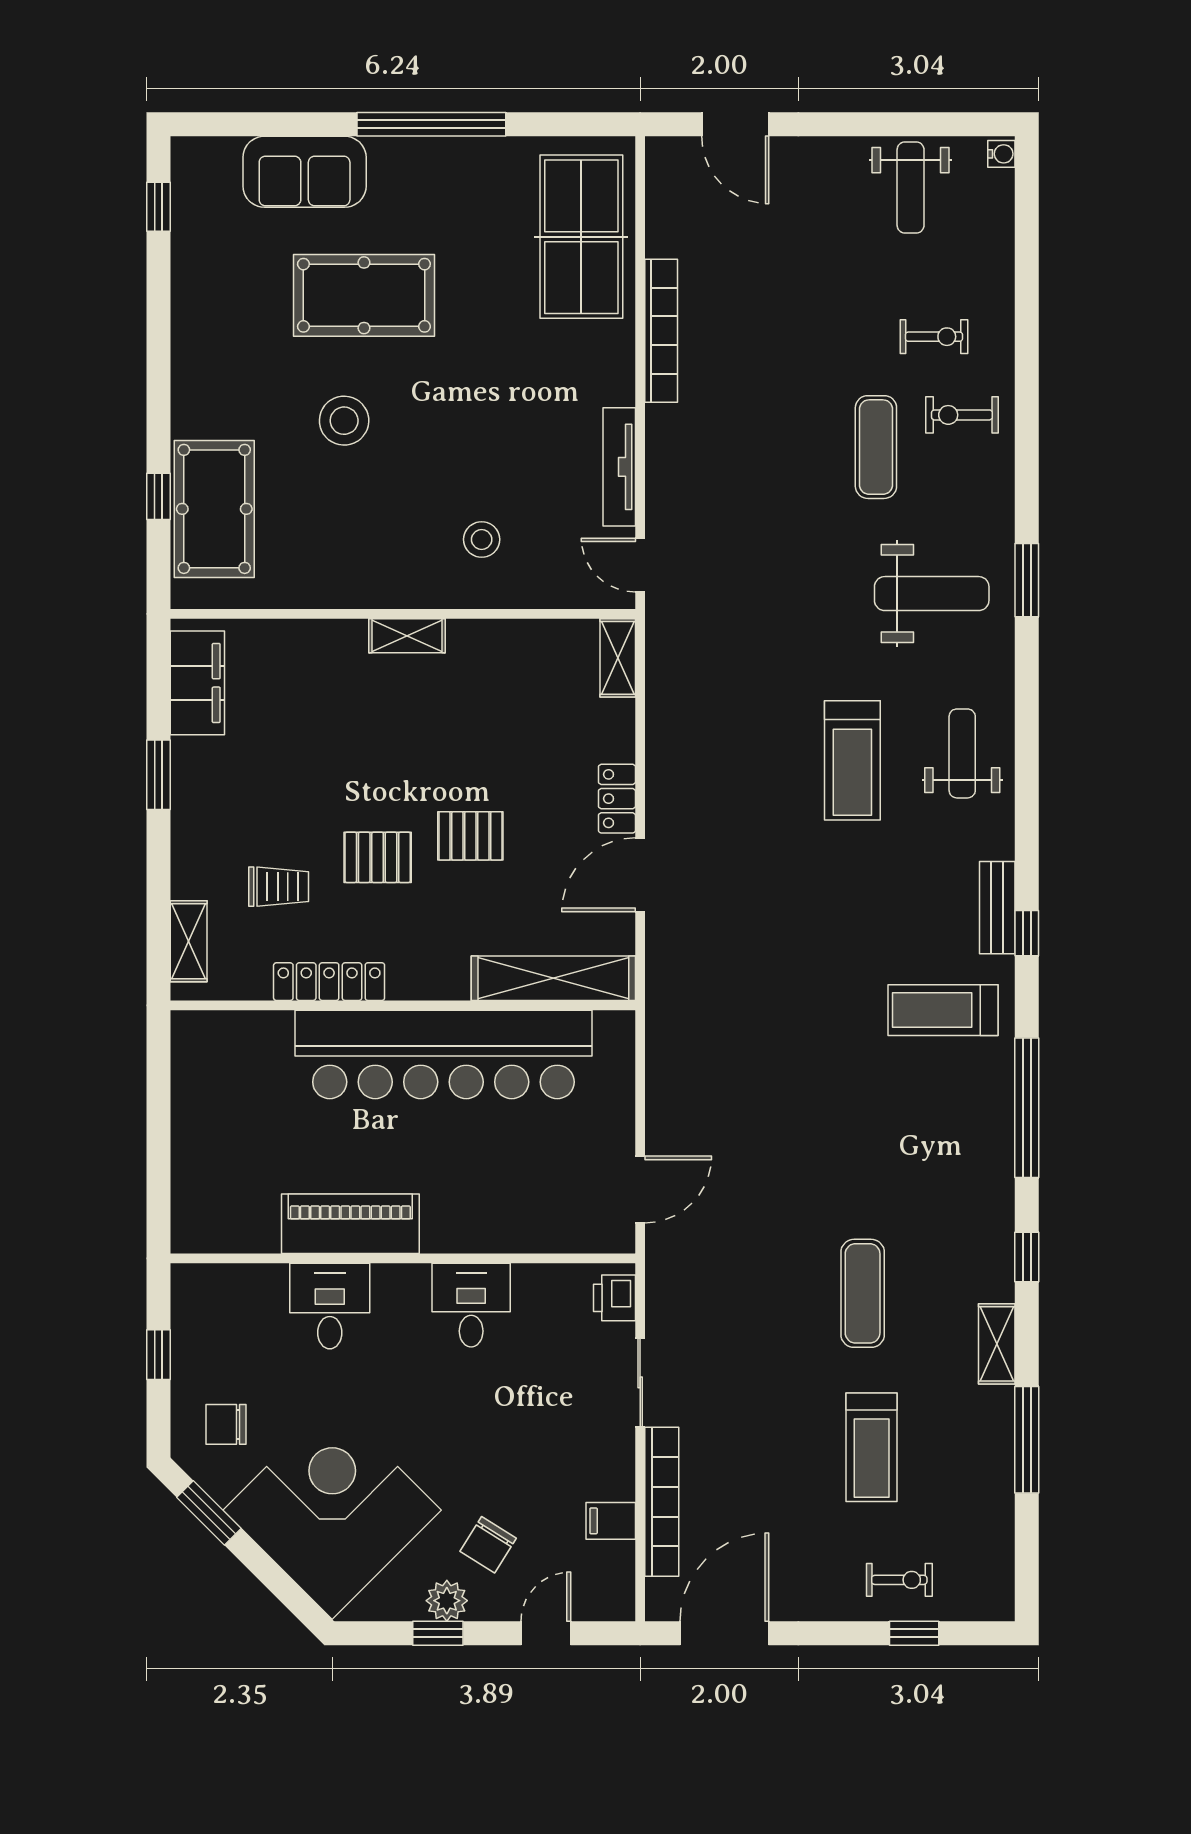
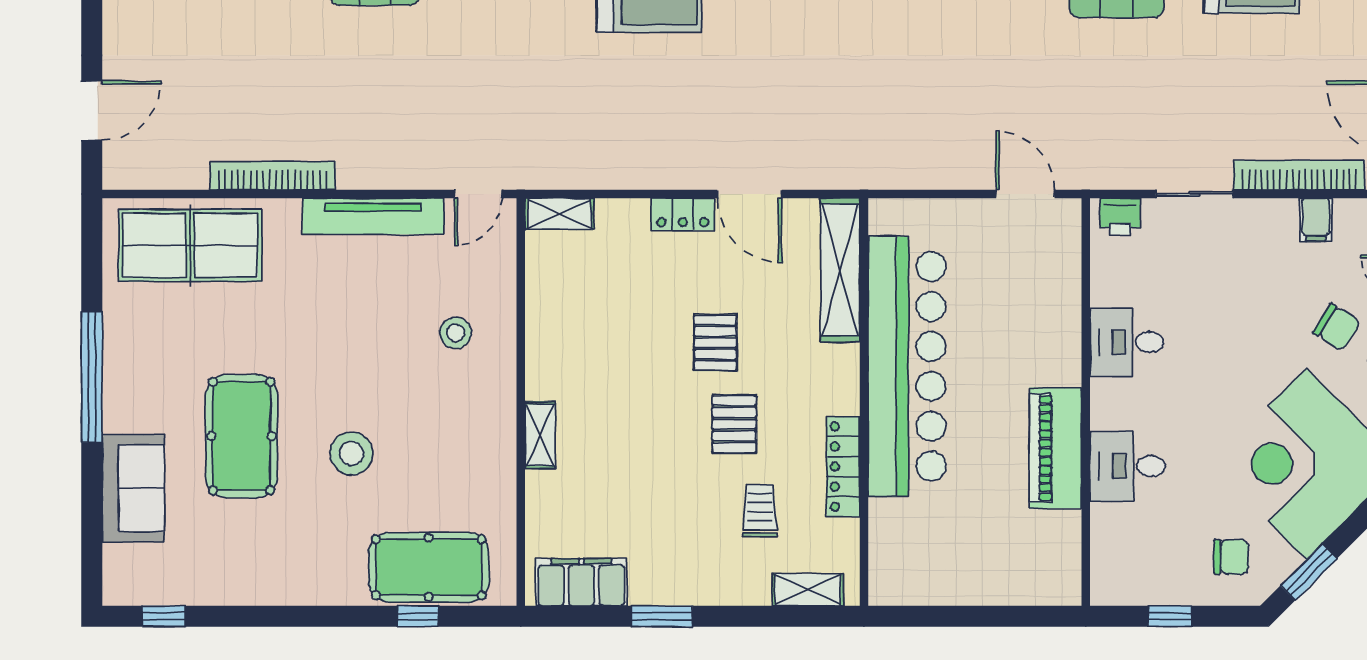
tv unit: (619, 467) -> (373, 216), width x1.36, depth x1.29
shelving: (407, 636) -> (540, 435), moved
chair: (226, 1424) -> (1231, 557), turned -90

